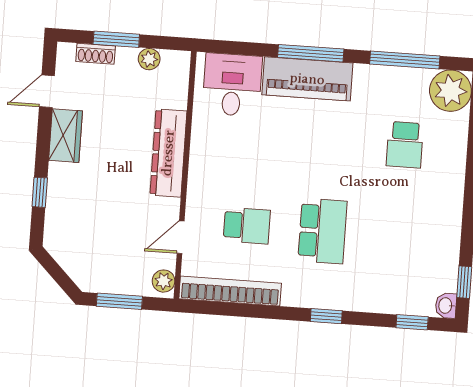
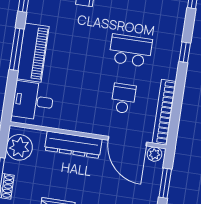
plant: (149, 59) -> (19, 147), width x1.87, depth x1.87
door: (181, 237) -> (127, 141), width x1.87

